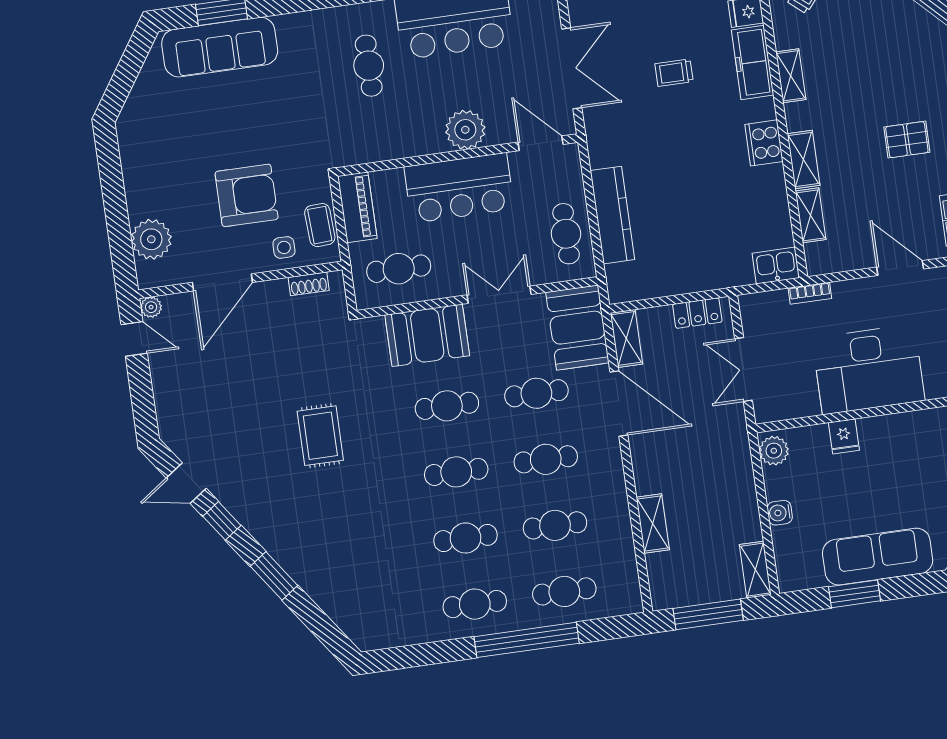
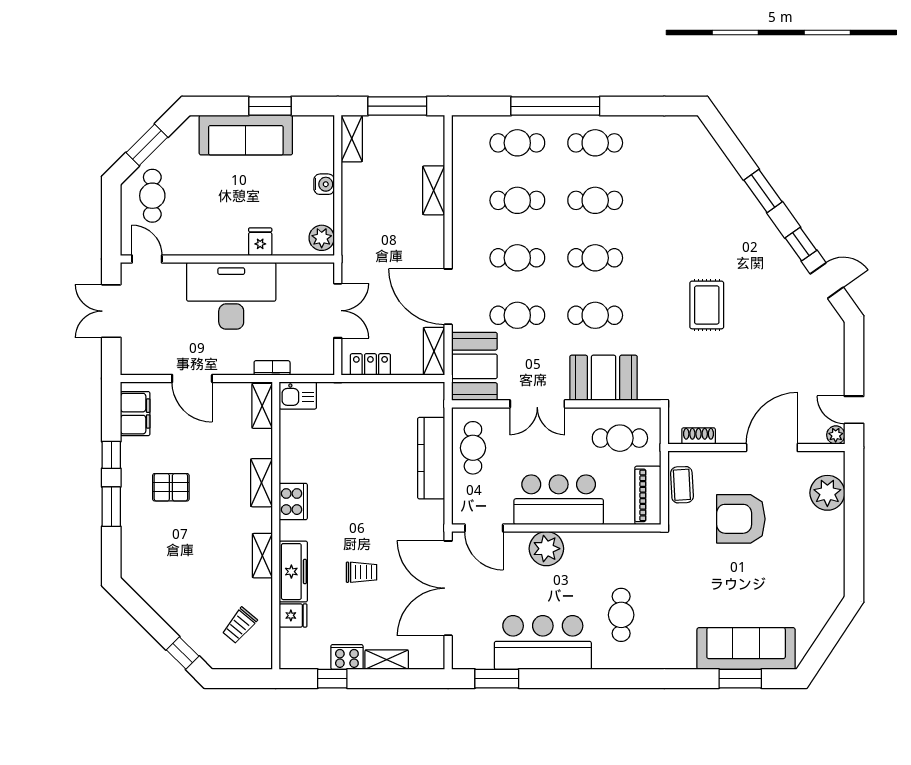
double door: (572, 68) -> (448, 588), width x1.36
shelving: (811, 215) -> (262, 406), moved
side table: (284, 247) -> (715, 470), removed

